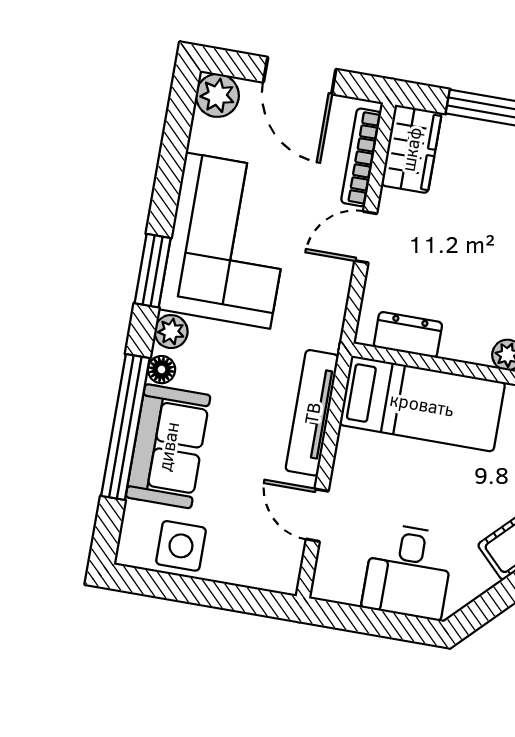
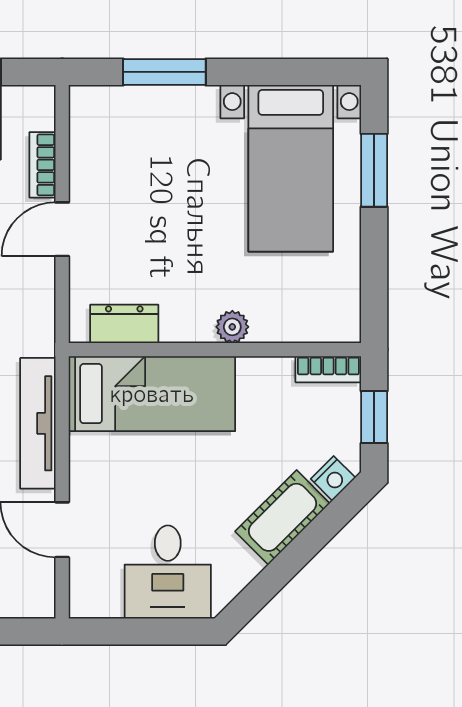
wardrobe: (411, 149) -> (94, 128), removed
bookcase: (361, 157) -> (43, 165), width x0.64

